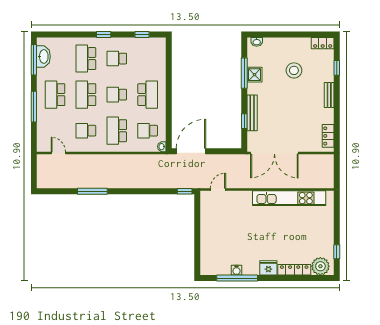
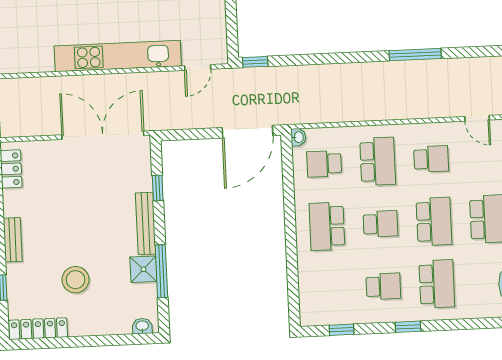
locker: (323, 43) -> (38, 329), width x1.53
bench: (252, 113) -> (146, 223), moved
school desk: (148, 131) -> (324, 164), turned 180
kitchen unit: (289, 198) -> (118, 56), moved

